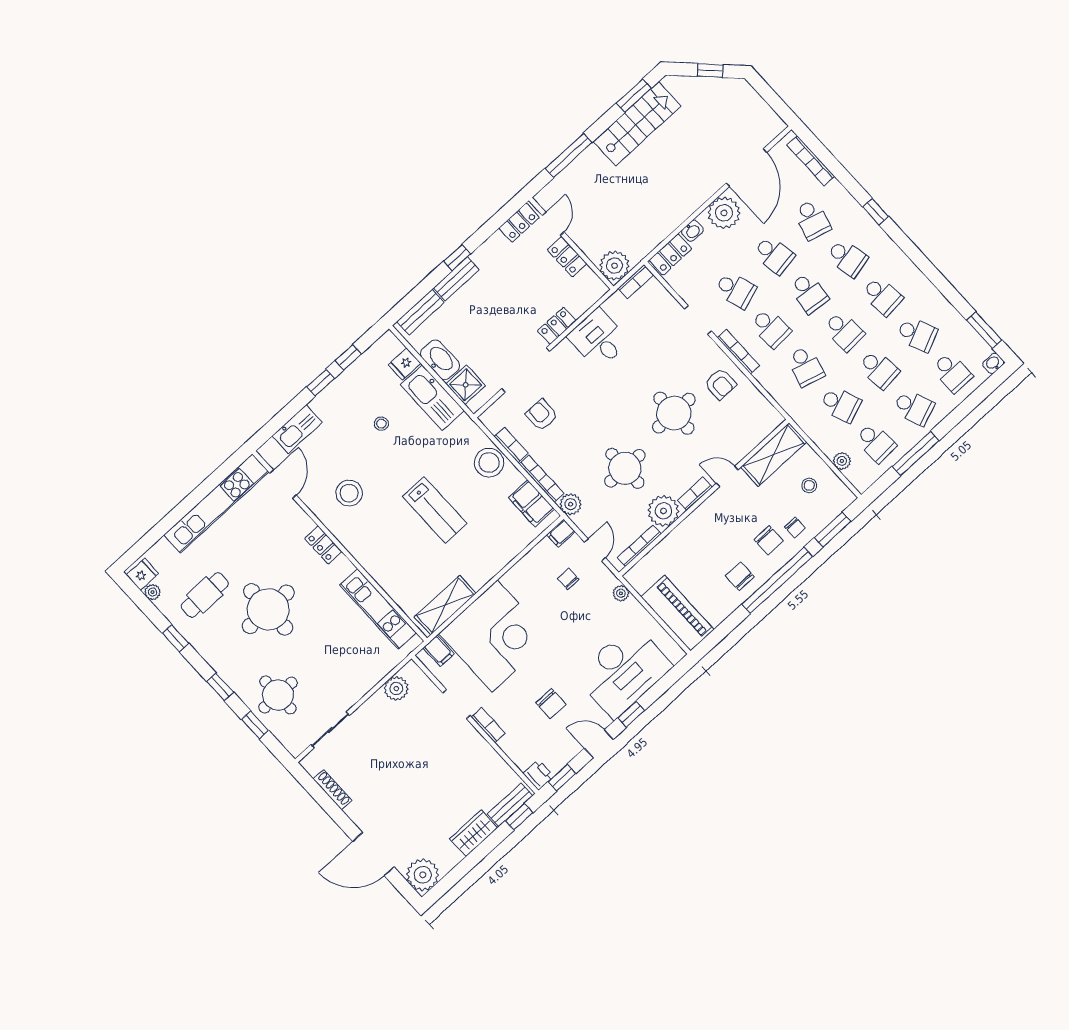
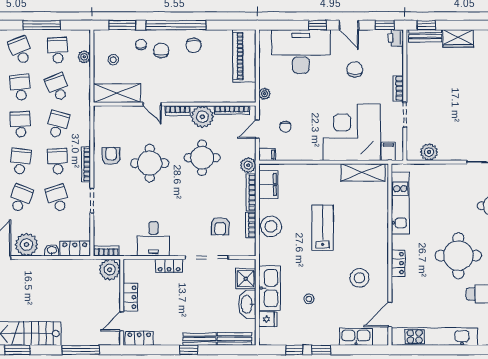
school desk: (774, 255) -> (20, 198), turned 30

